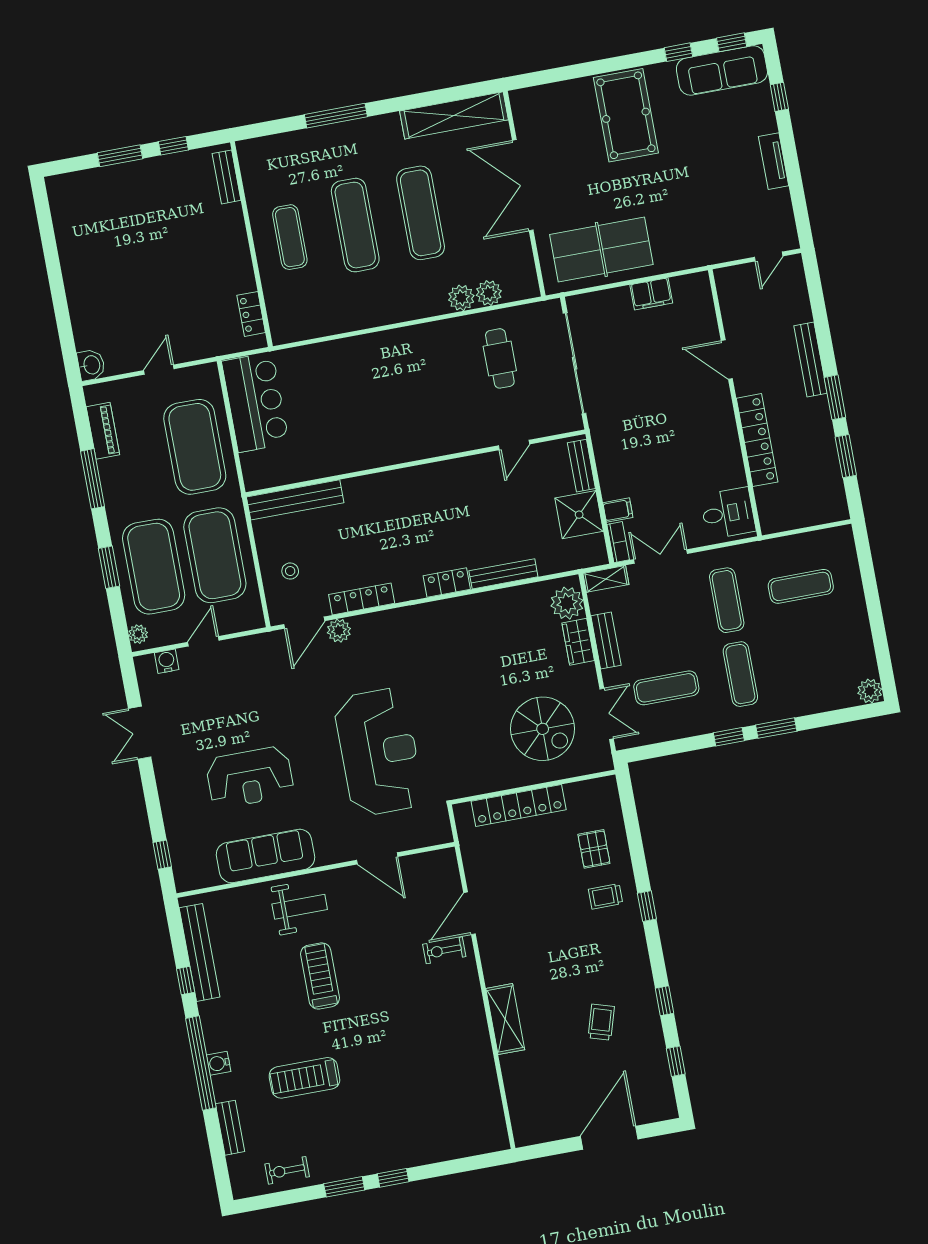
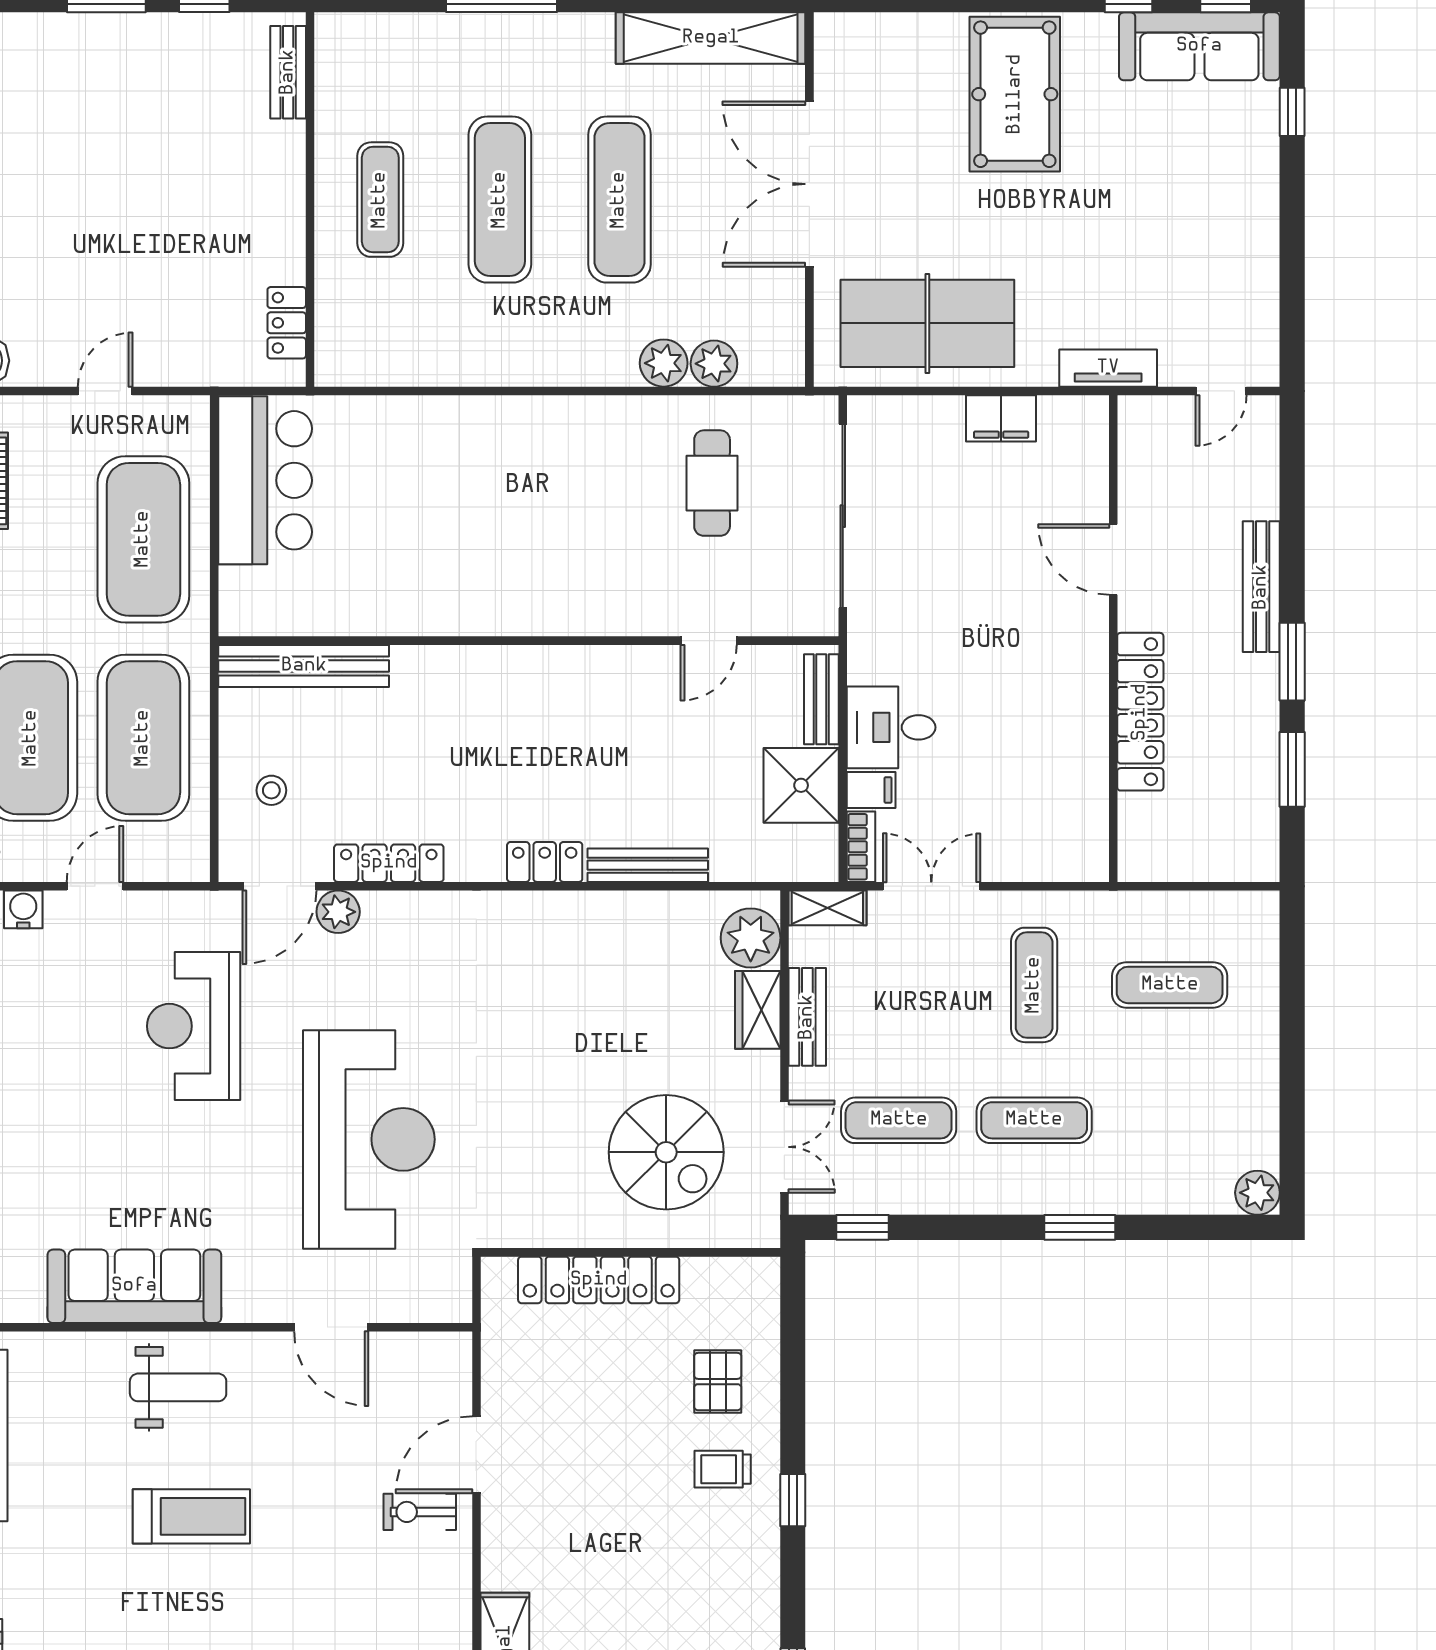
tv unit: (774, 161) -> (1108, 368), moved, turned 90
desk: (728, 513) -> (891, 727), moved, turned 180
exercise mat: (740, 674) -> (1034, 1120), turned 90
window: (729, 737) -> (863, 1227), moved
reception desk: (250, 777) -> (194, 1026), moved, turned 90
treadmill: (320, 976) -> (191, 1516), turned 90

